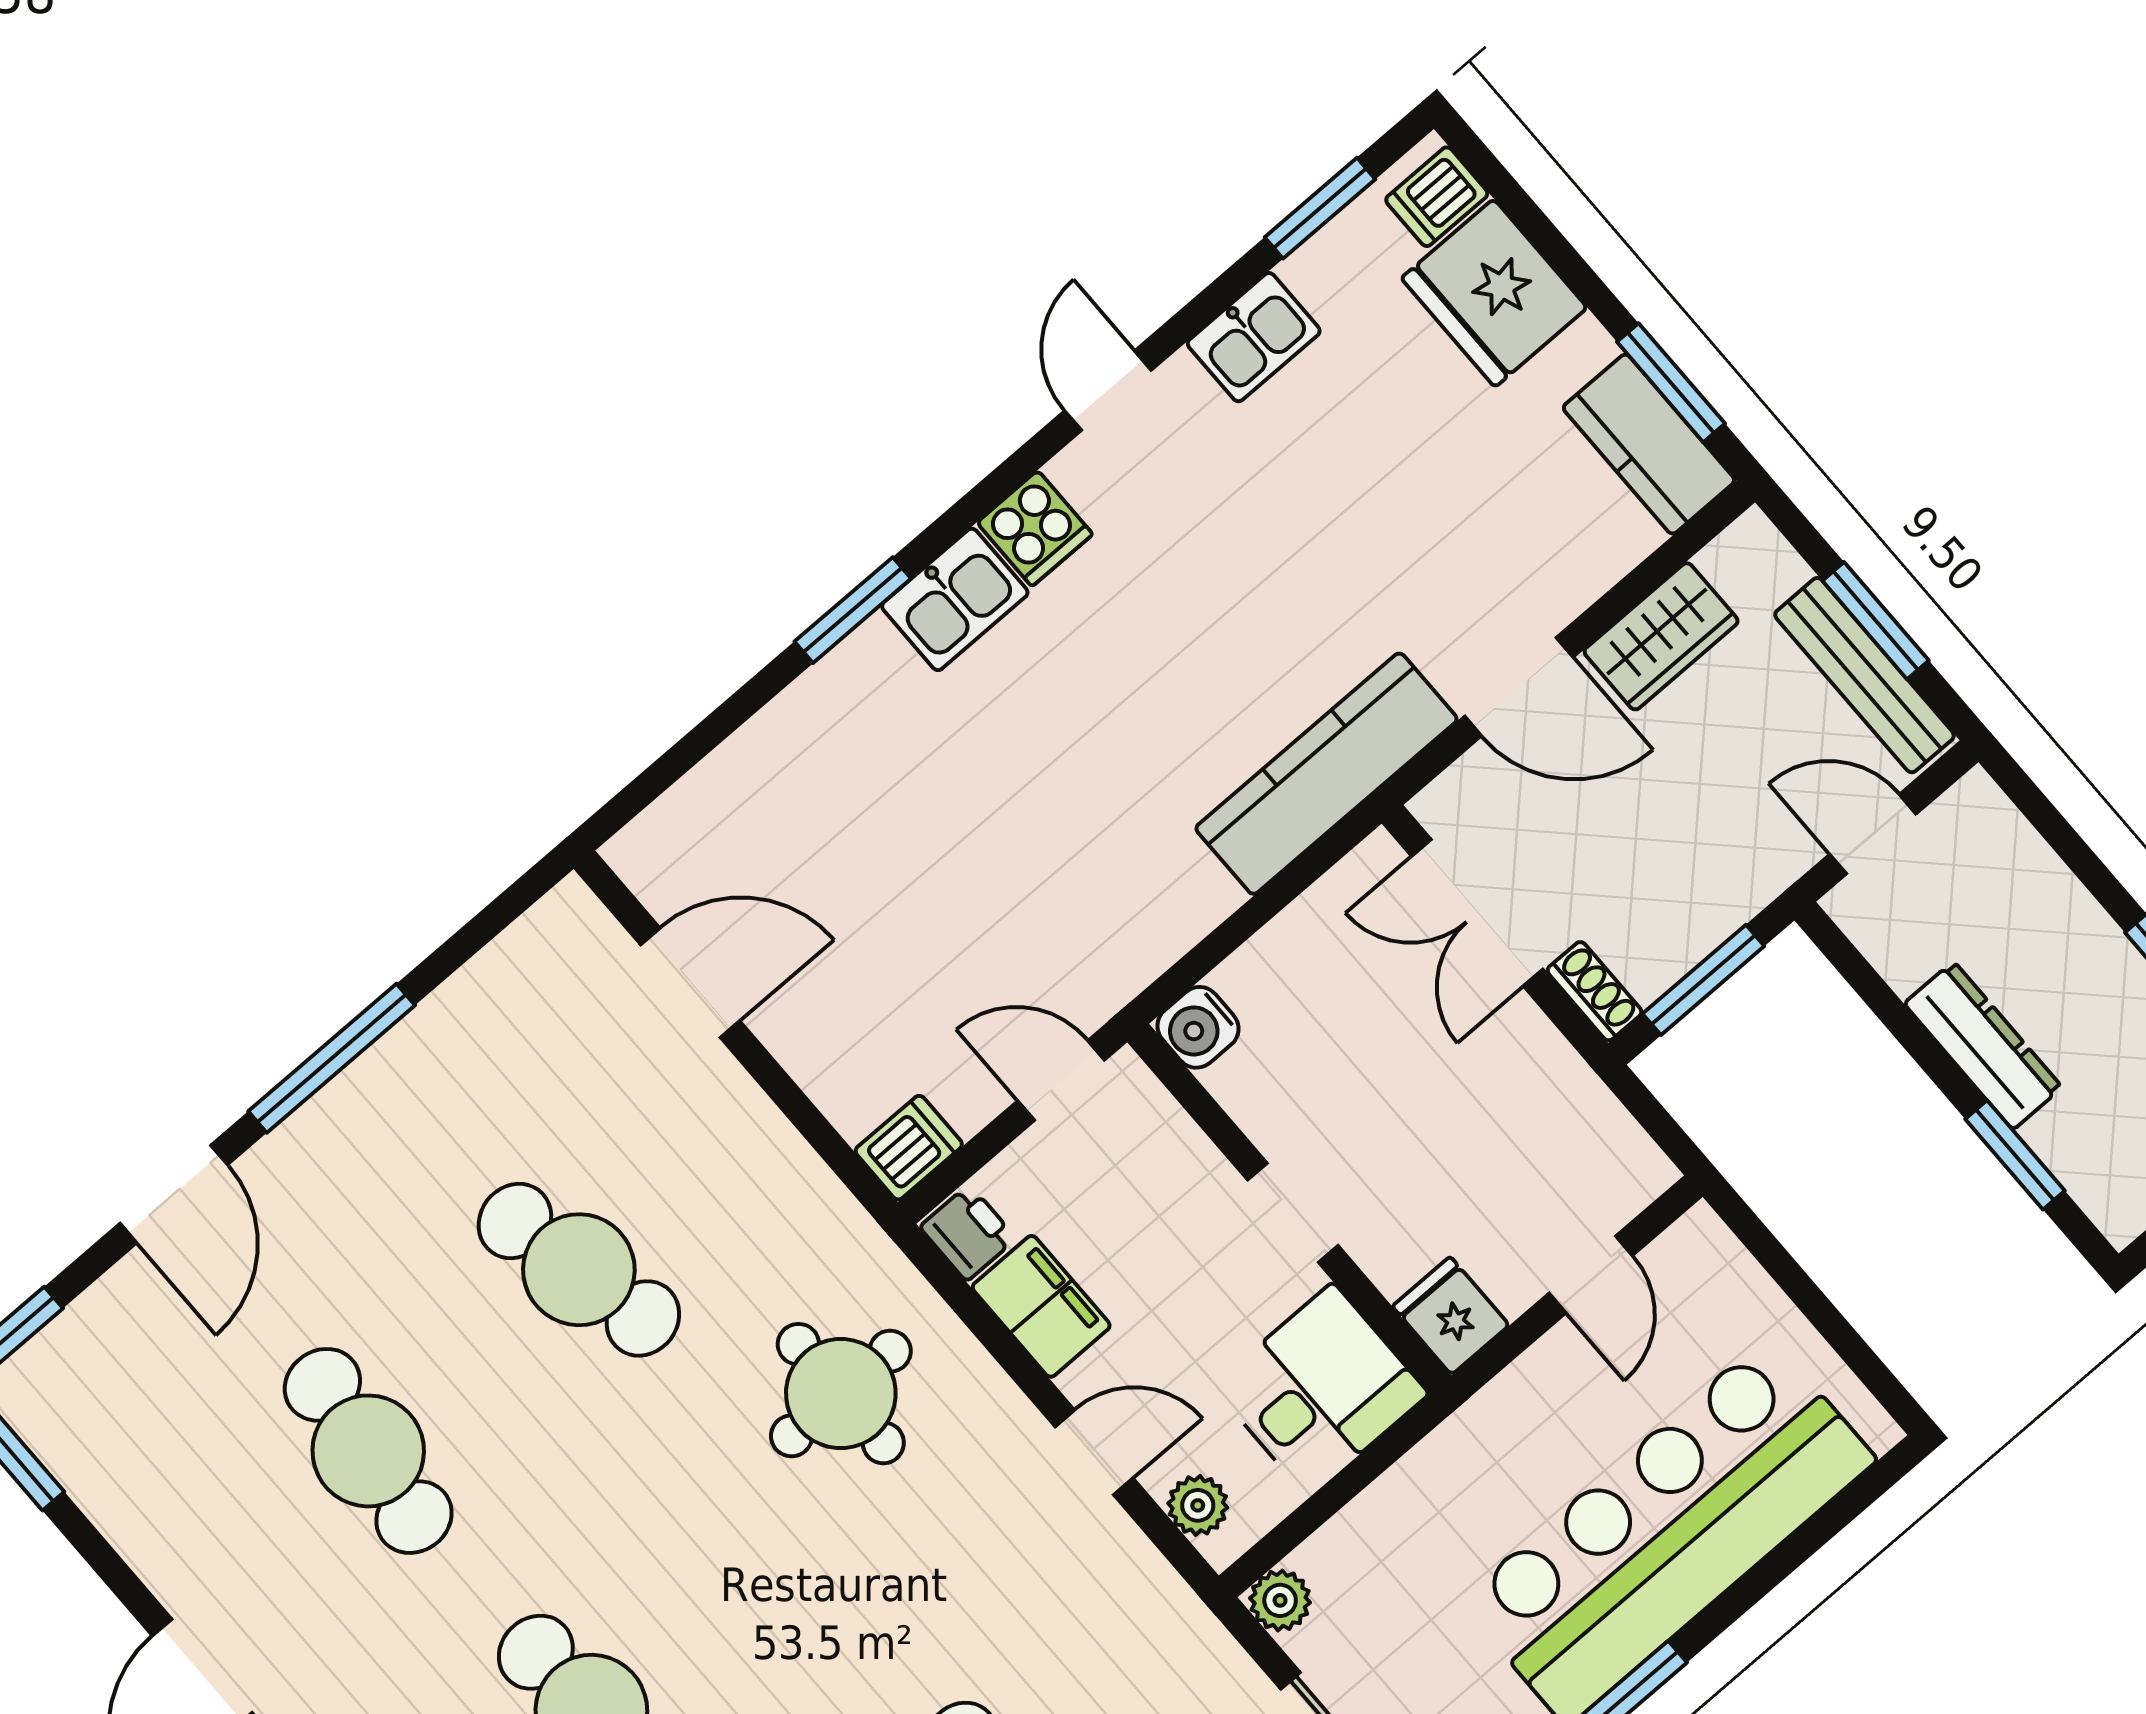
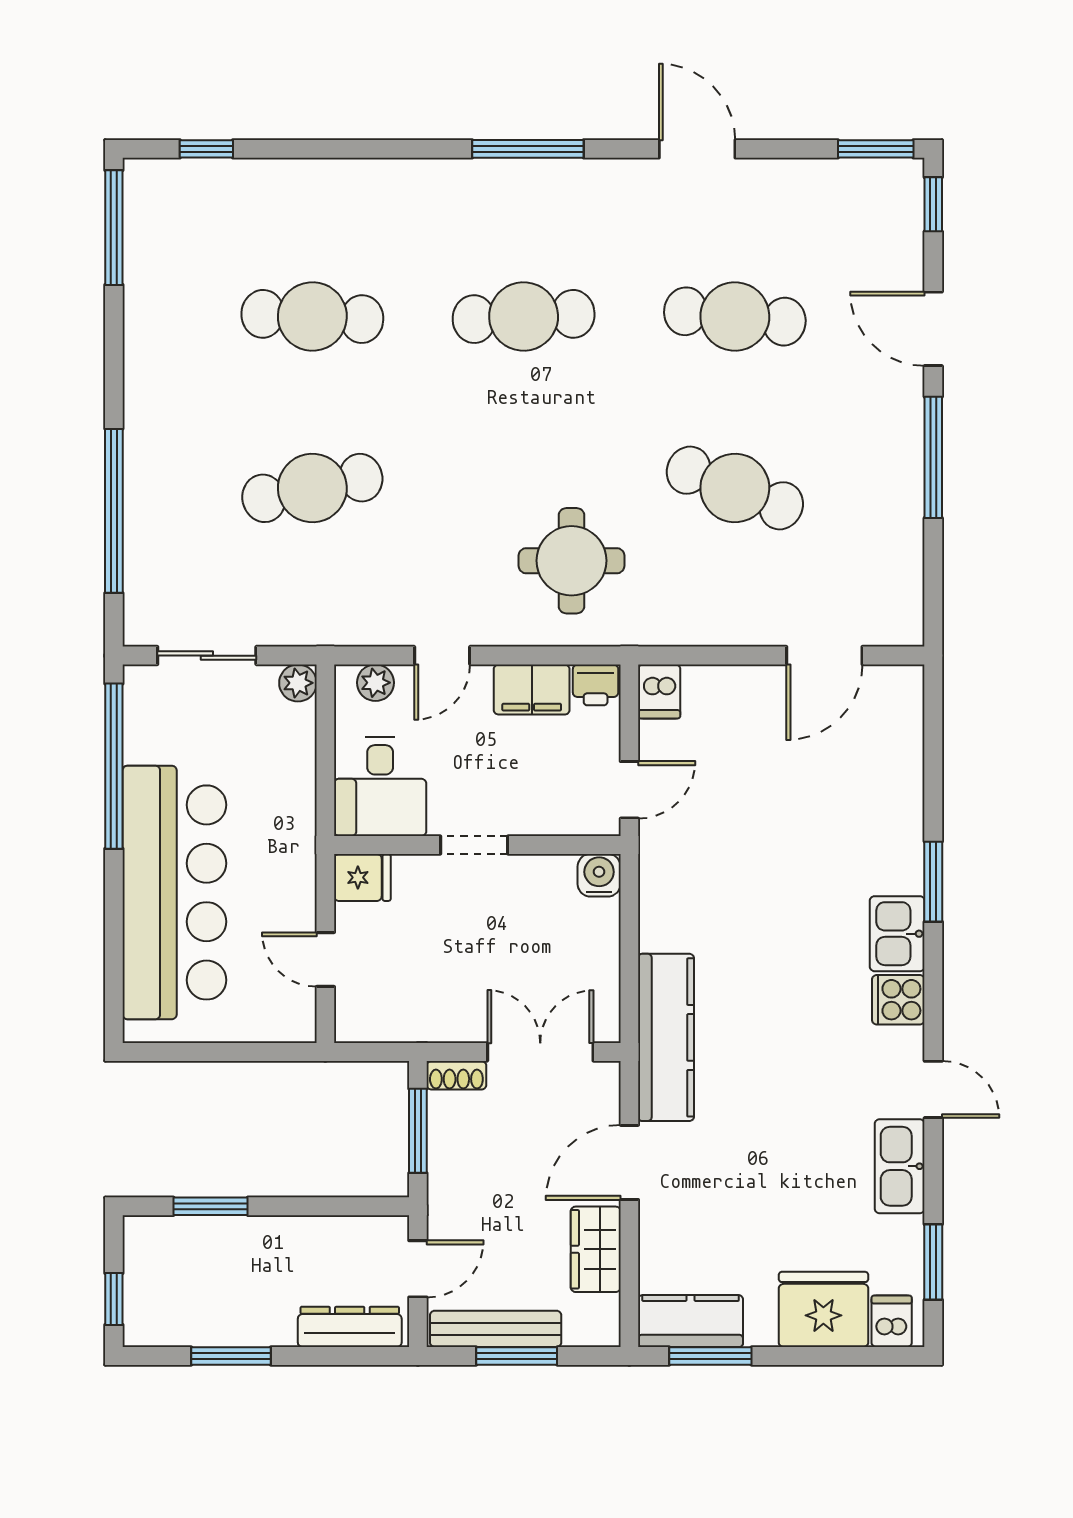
kitchen sink: (1254, 337) -> (900, 1166), width x1.38
dresser: (1983, 1046) -> (350, 1327), moved, turned 180
cafe table: (579, 1270) -> (735, 488), turned 33

